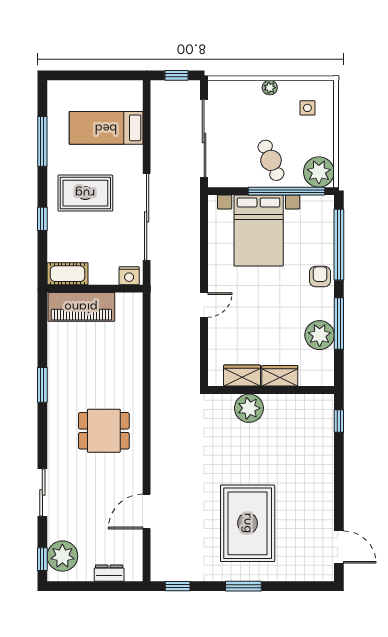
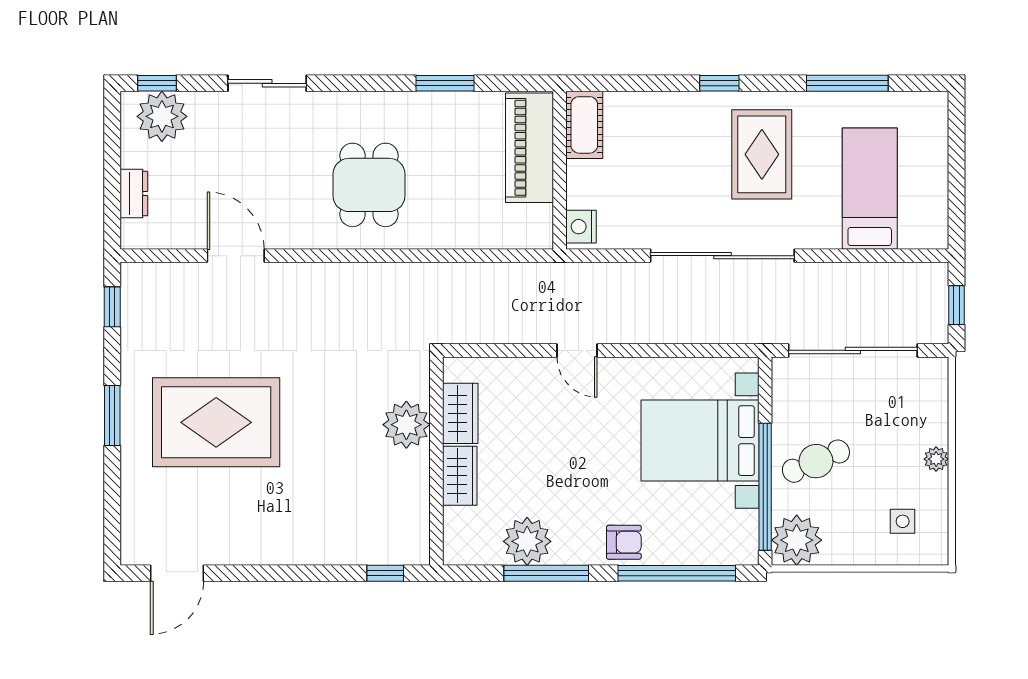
cot: (68, 274) -> (584, 125), moved
nightstand: (129, 276) -> (581, 227), moved
wall: (95, 289) -> (560, 170), moved
piano: (81, 307) -> (529, 148), moved

